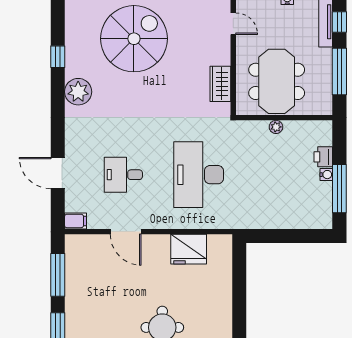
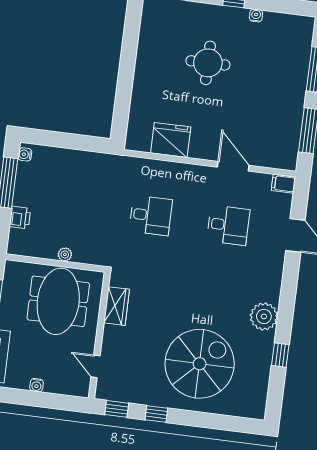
spiral stairs: (134, 39) -> (200, 364), turned 180
desk: (199, 175) -> (151, 215), width x0.53, depth x0.77
water cooler: (326, 175) -> (25, 154), moved

